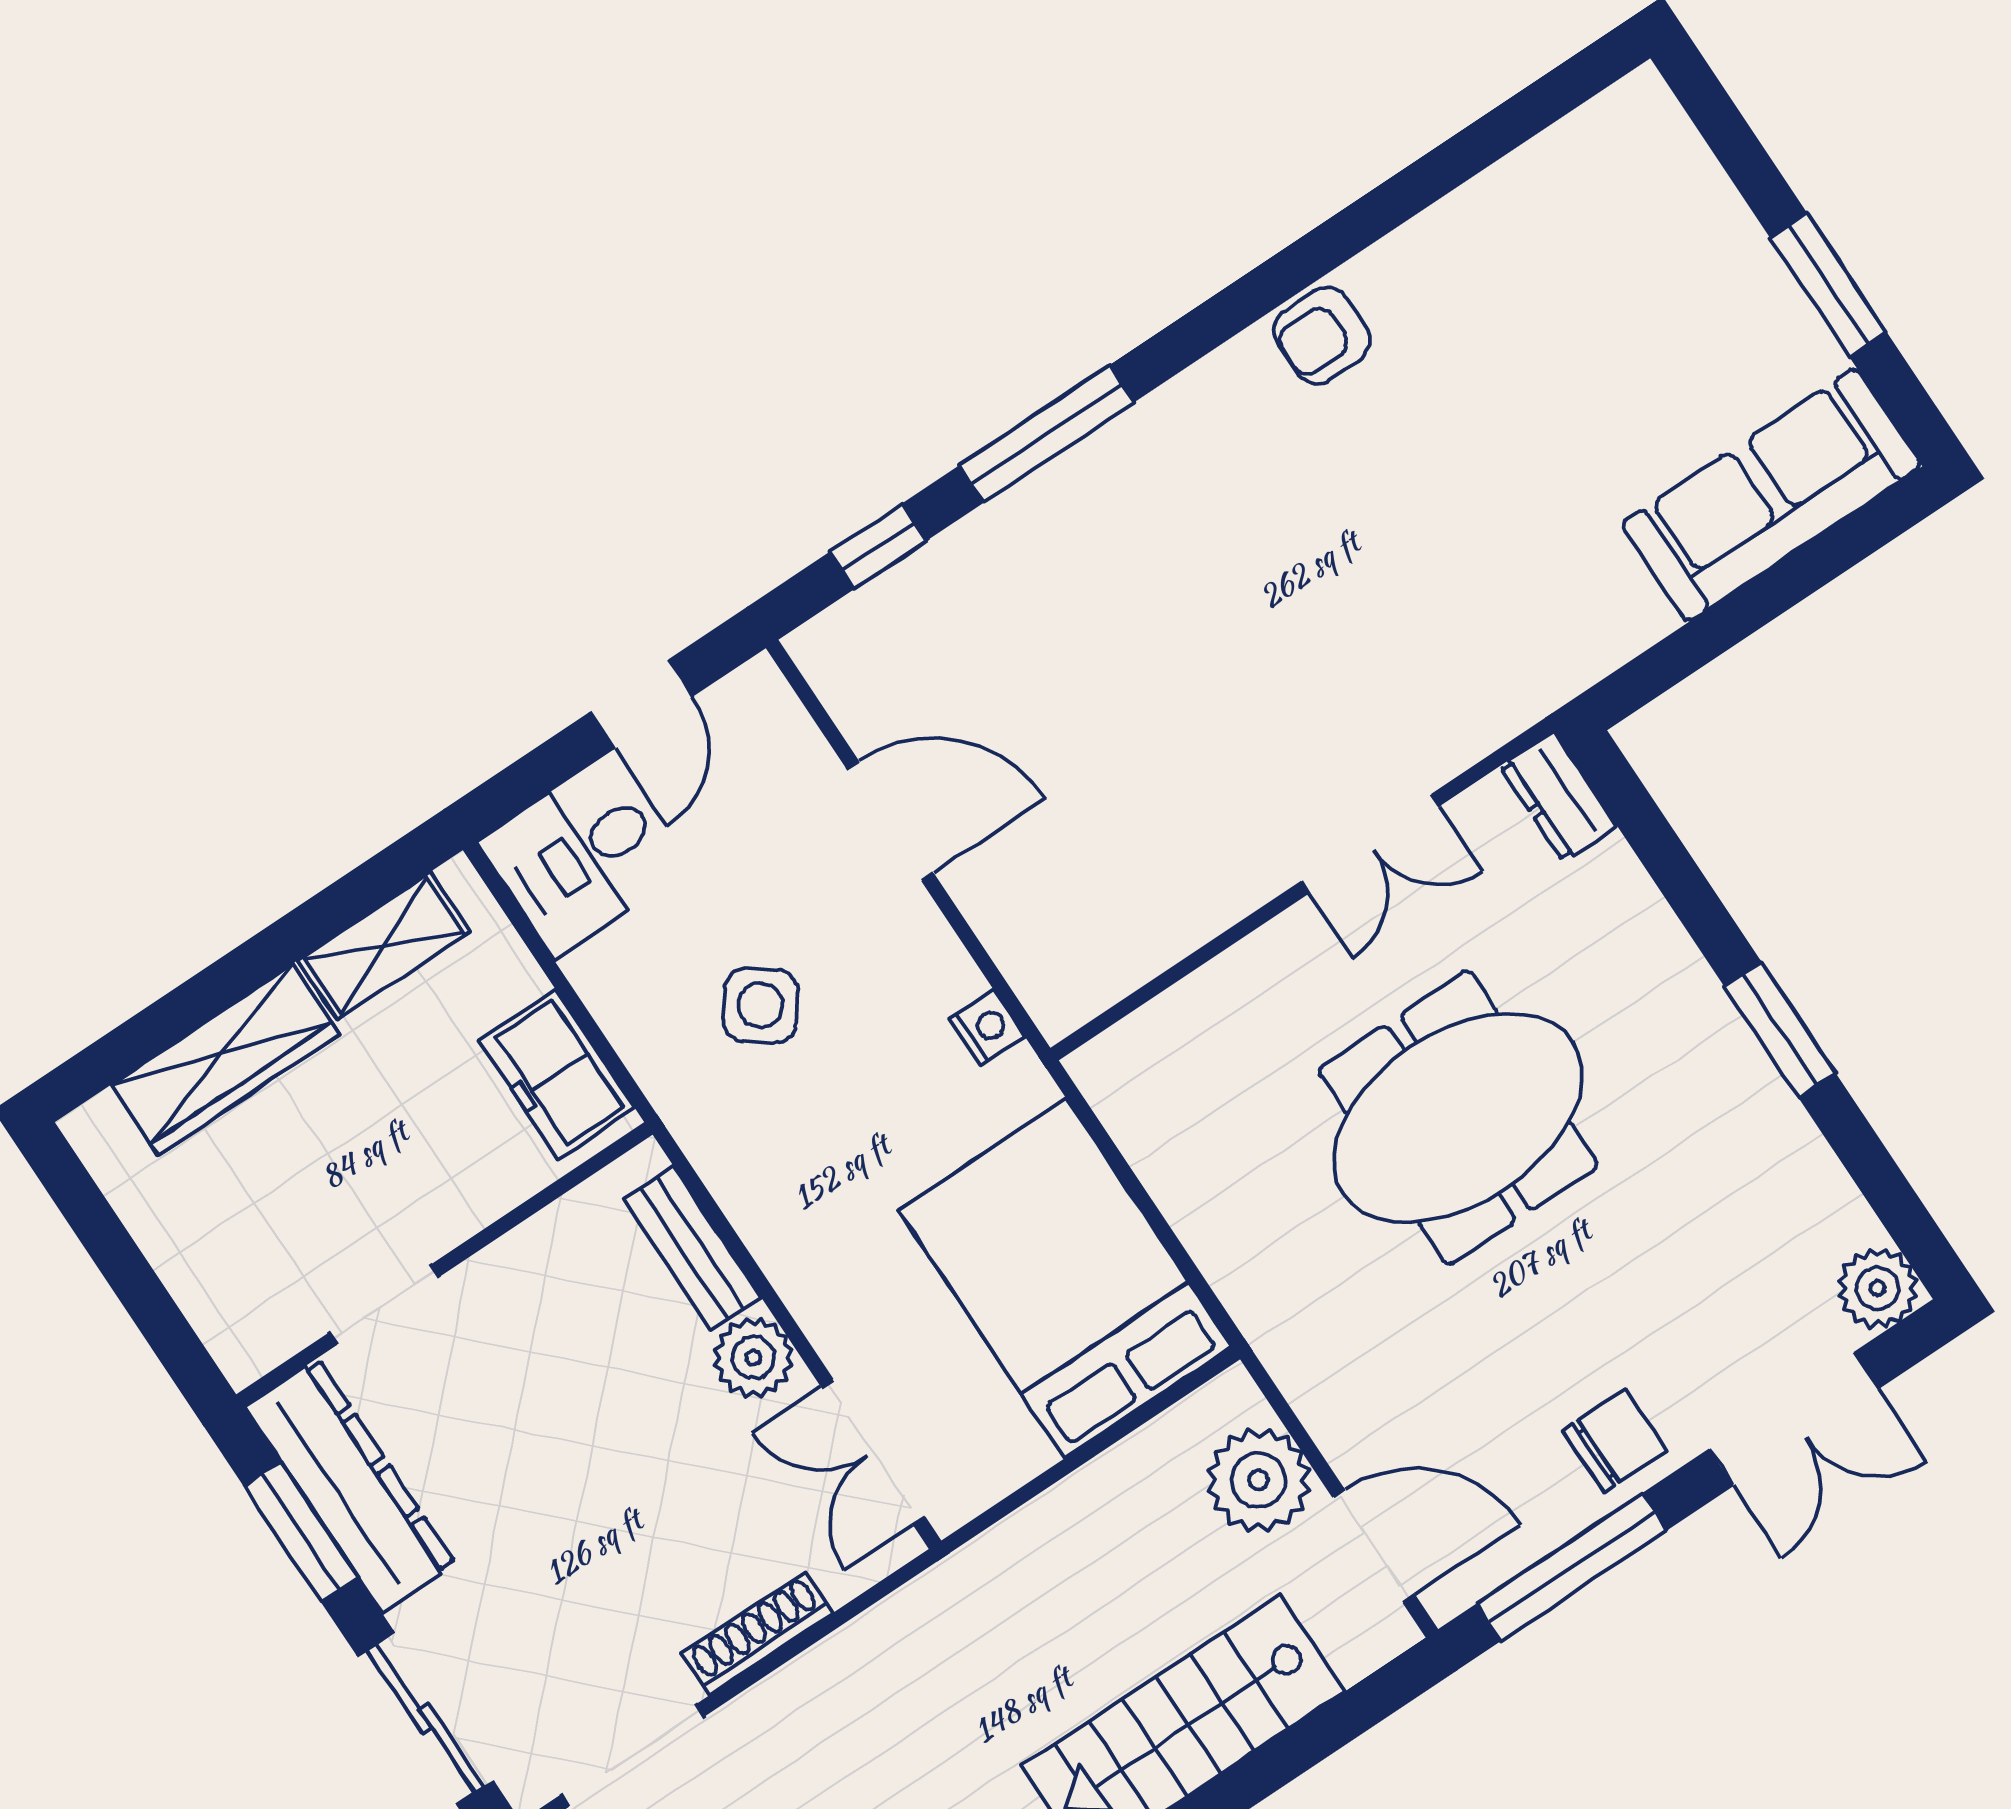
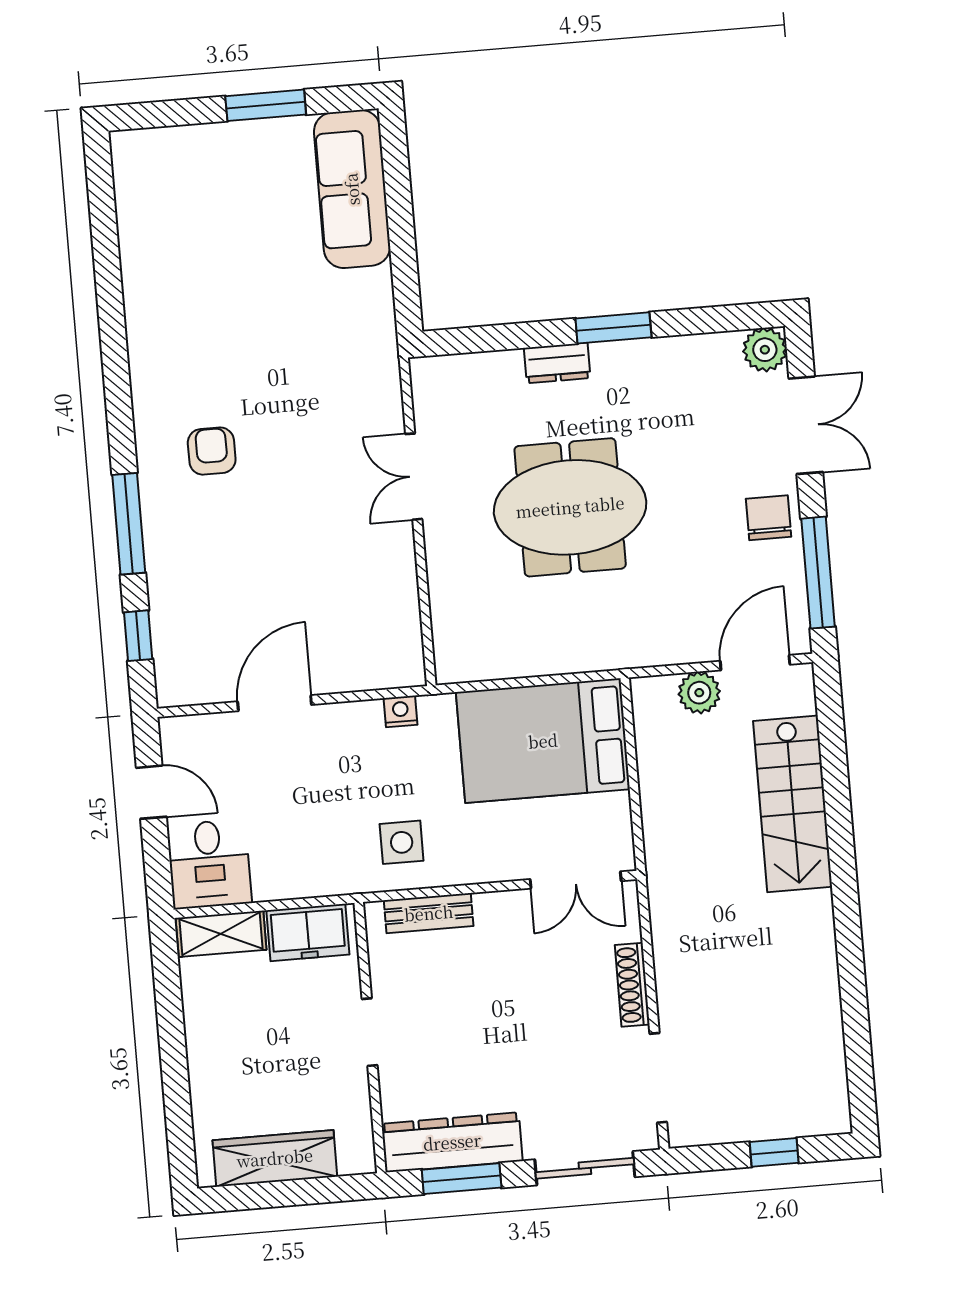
armchair: (1322, 336) -> (212, 451), moved, turned 180
dresser: (1558, 796) -> (557, 363), moved
double door: (1370, 844) -> (414, 477), swing flipped
shelving: (384, 946) -> (221, 934), moved, turned 90
side table: (761, 1006) -> (402, 842), moved, turned -37
wardrobe: (225, 1059) -> (275, 1158), moved, turned -90
meeting table: (1458, 1118) -> (570, 507), turned 90
doorway: (384, 1305) -> (370, 1032), moved
plant: (753, 1357) -> (498, 913), removed
plant: (1259, 1480) -> (699, 693), width x0.73, depth x0.73

